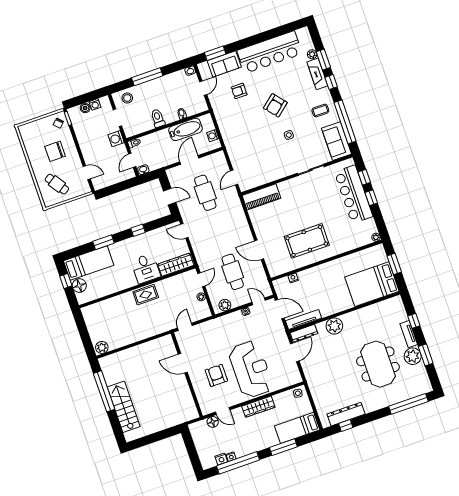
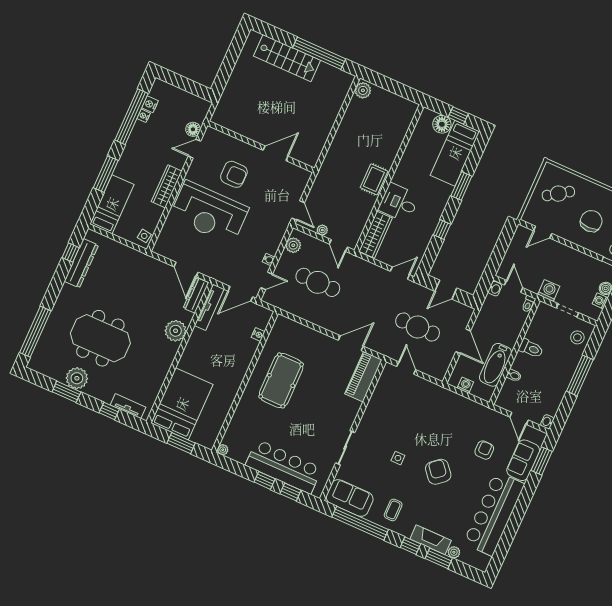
door: (259, 250) -> (351, 343), moved
door: (185, 327) -> (298, 210), moved
tv unit: (409, 334) -> (128, 406), moved

